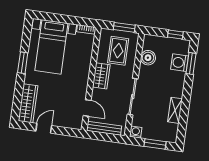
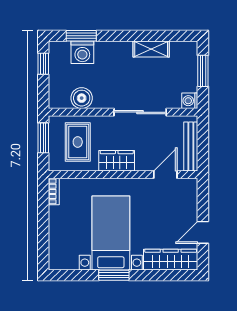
bed with nightstands: (51, 47) -> (111, 233), moved, turned -90
rug: (118, 51) -> (78, 142), turned 90
door: (44, 128) -> (203, 232), hinge flipped

